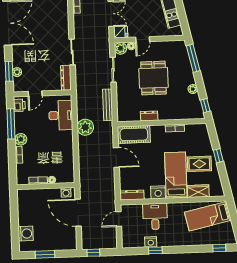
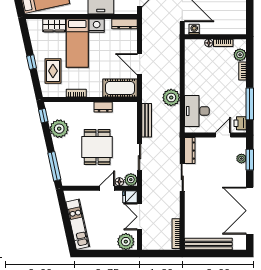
plant: (193, 89) -> (59, 129), width x1.88, depth x1.88
plant: (21, 139) -> (240, 55), moved
rug: (199, 164) -> (53, 71), moved, turned 90

